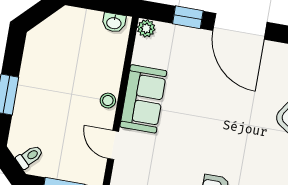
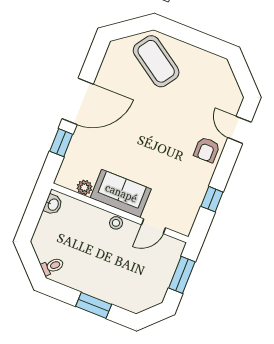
plant: (146, 28) -> (84, 187), moved
toilet: (30, 157) -> (52, 266), moved, turned 90

